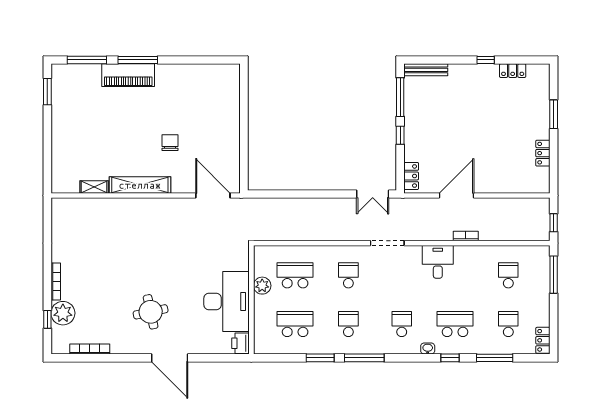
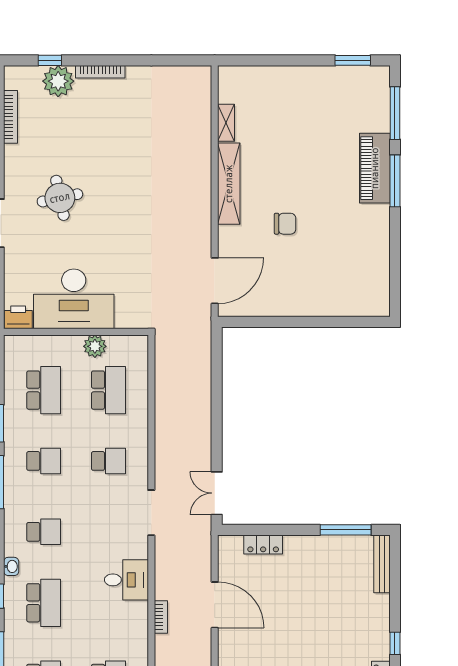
window: (400, 135) -> (295, 530), removed
locker: (411, 176) -> (263, 545), moved

